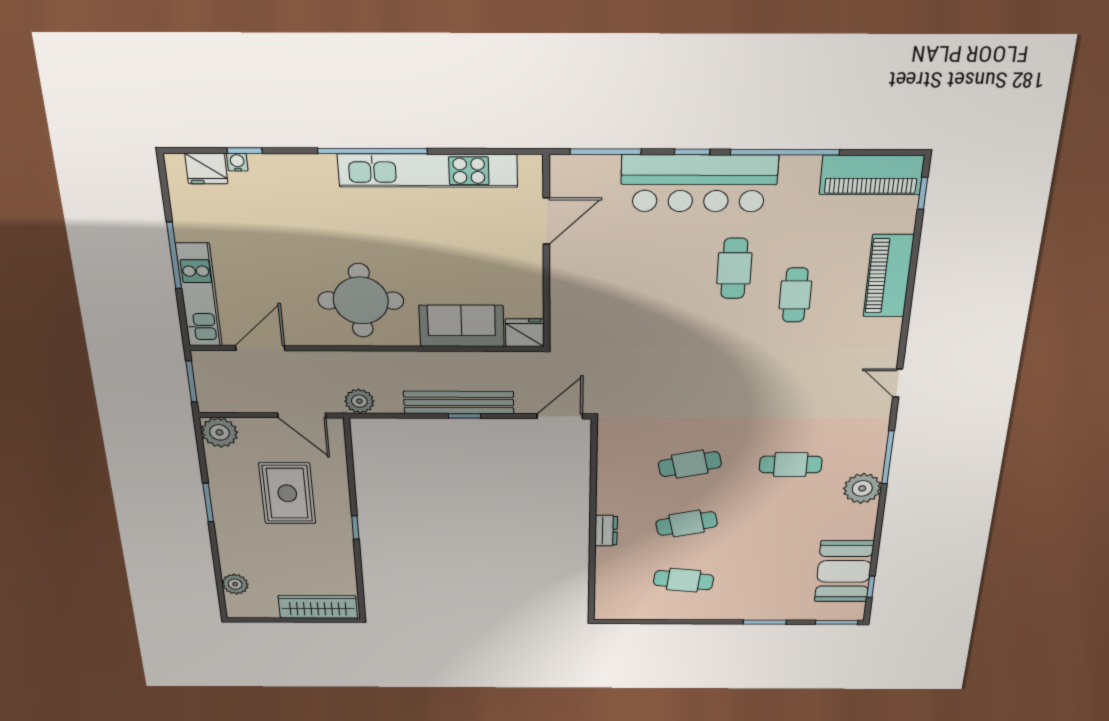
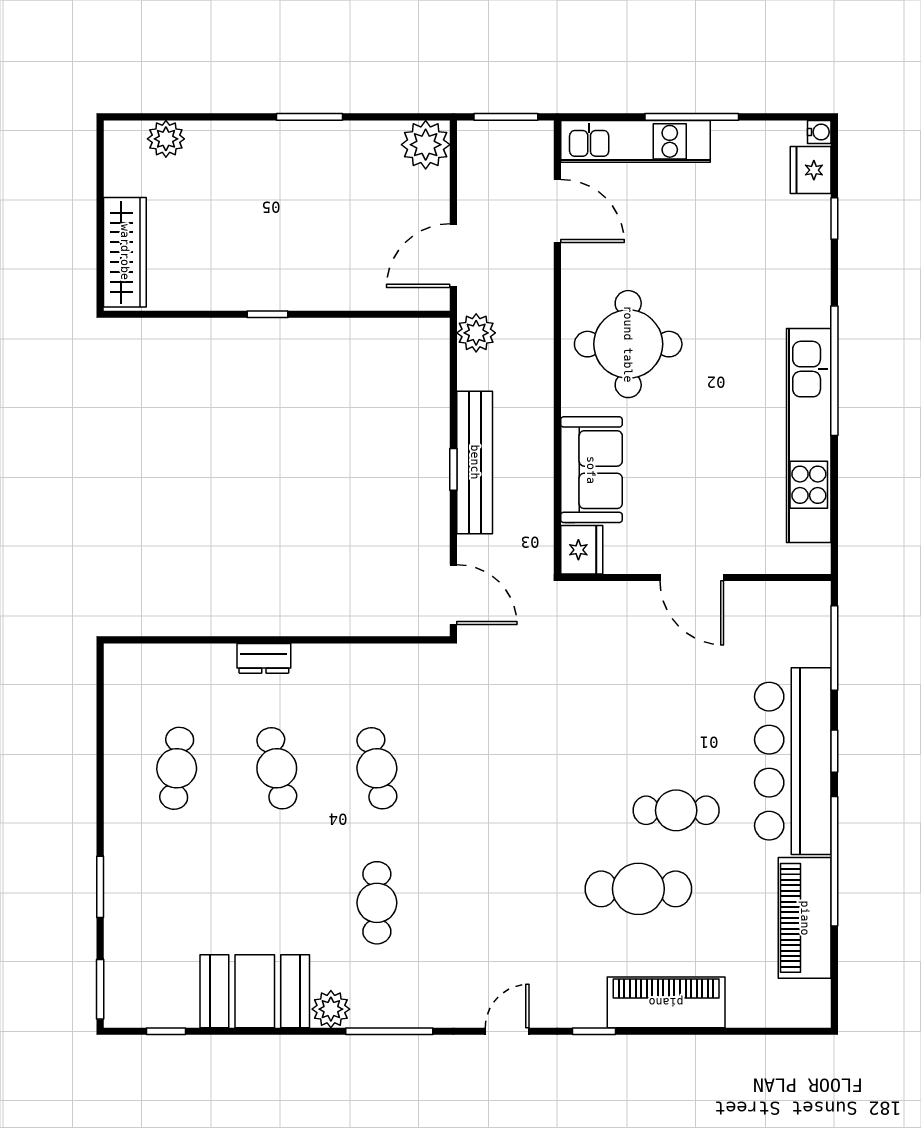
water cooler: (237, 162) -> (819, 132), moved
piano: (872, 175) -> (805, 918), moved
window: (923, 193) -> (594, 1031), moved
door: (546, 221) -> (692, 578), moved
cafe table: (795, 295) -> (638, 889), width x1.37, depth x1.35
plant: (862, 488) -> (331, 1009), width x0.73, depth x0.73
rug: (287, 493) -> (326, 226), removed
booth: (844, 571) -> (255, 991), moved

